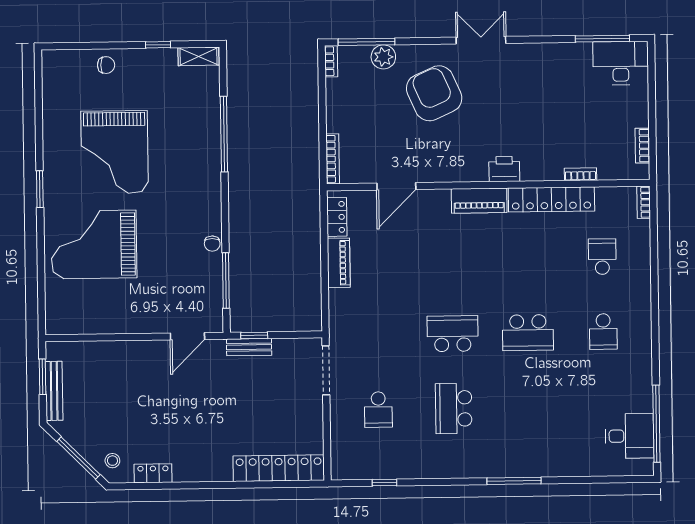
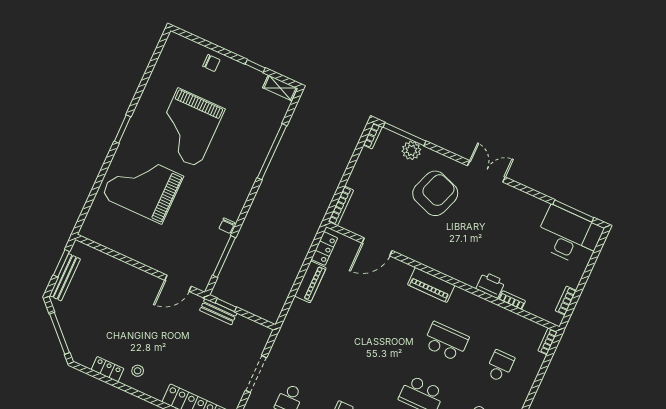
desk: (621, 63) -> (569, 236), width x1.36, depth x1.30
armchair: (434, 93) -> (435, 193), turned 44
printer: (504, 169) -> (491, 285), moved
locker: (551, 199) -> (483, 308), removed
school desk: (453, 334) -> (446, 341), moved
doorway: (326, 370) -> (256, 374), moved
stool: (112, 461) -> (138, 371), moved

